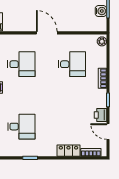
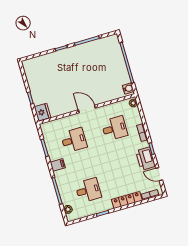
water cooler: (101, 11) -> (128, 88), moved
printer: (100, 115) -> (146, 159), width x1.87, depth x1.48
locker: (68, 151) -> (127, 200), width x1.53

